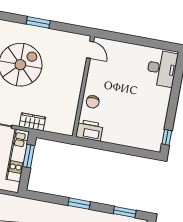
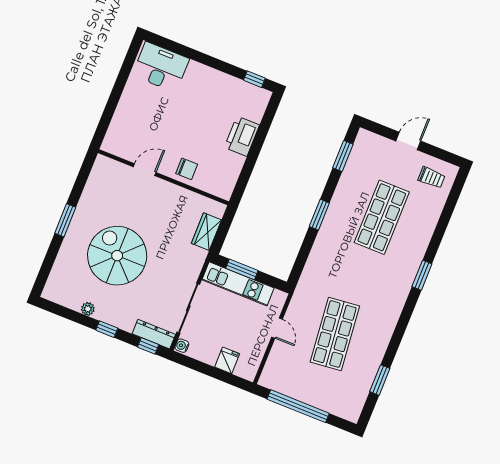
door: (90, 50) -> (145, 170), moved
wardrobe: (32, 122) -> (206, 232), moved
printer: (89, 130) -> (242, 136), moved

